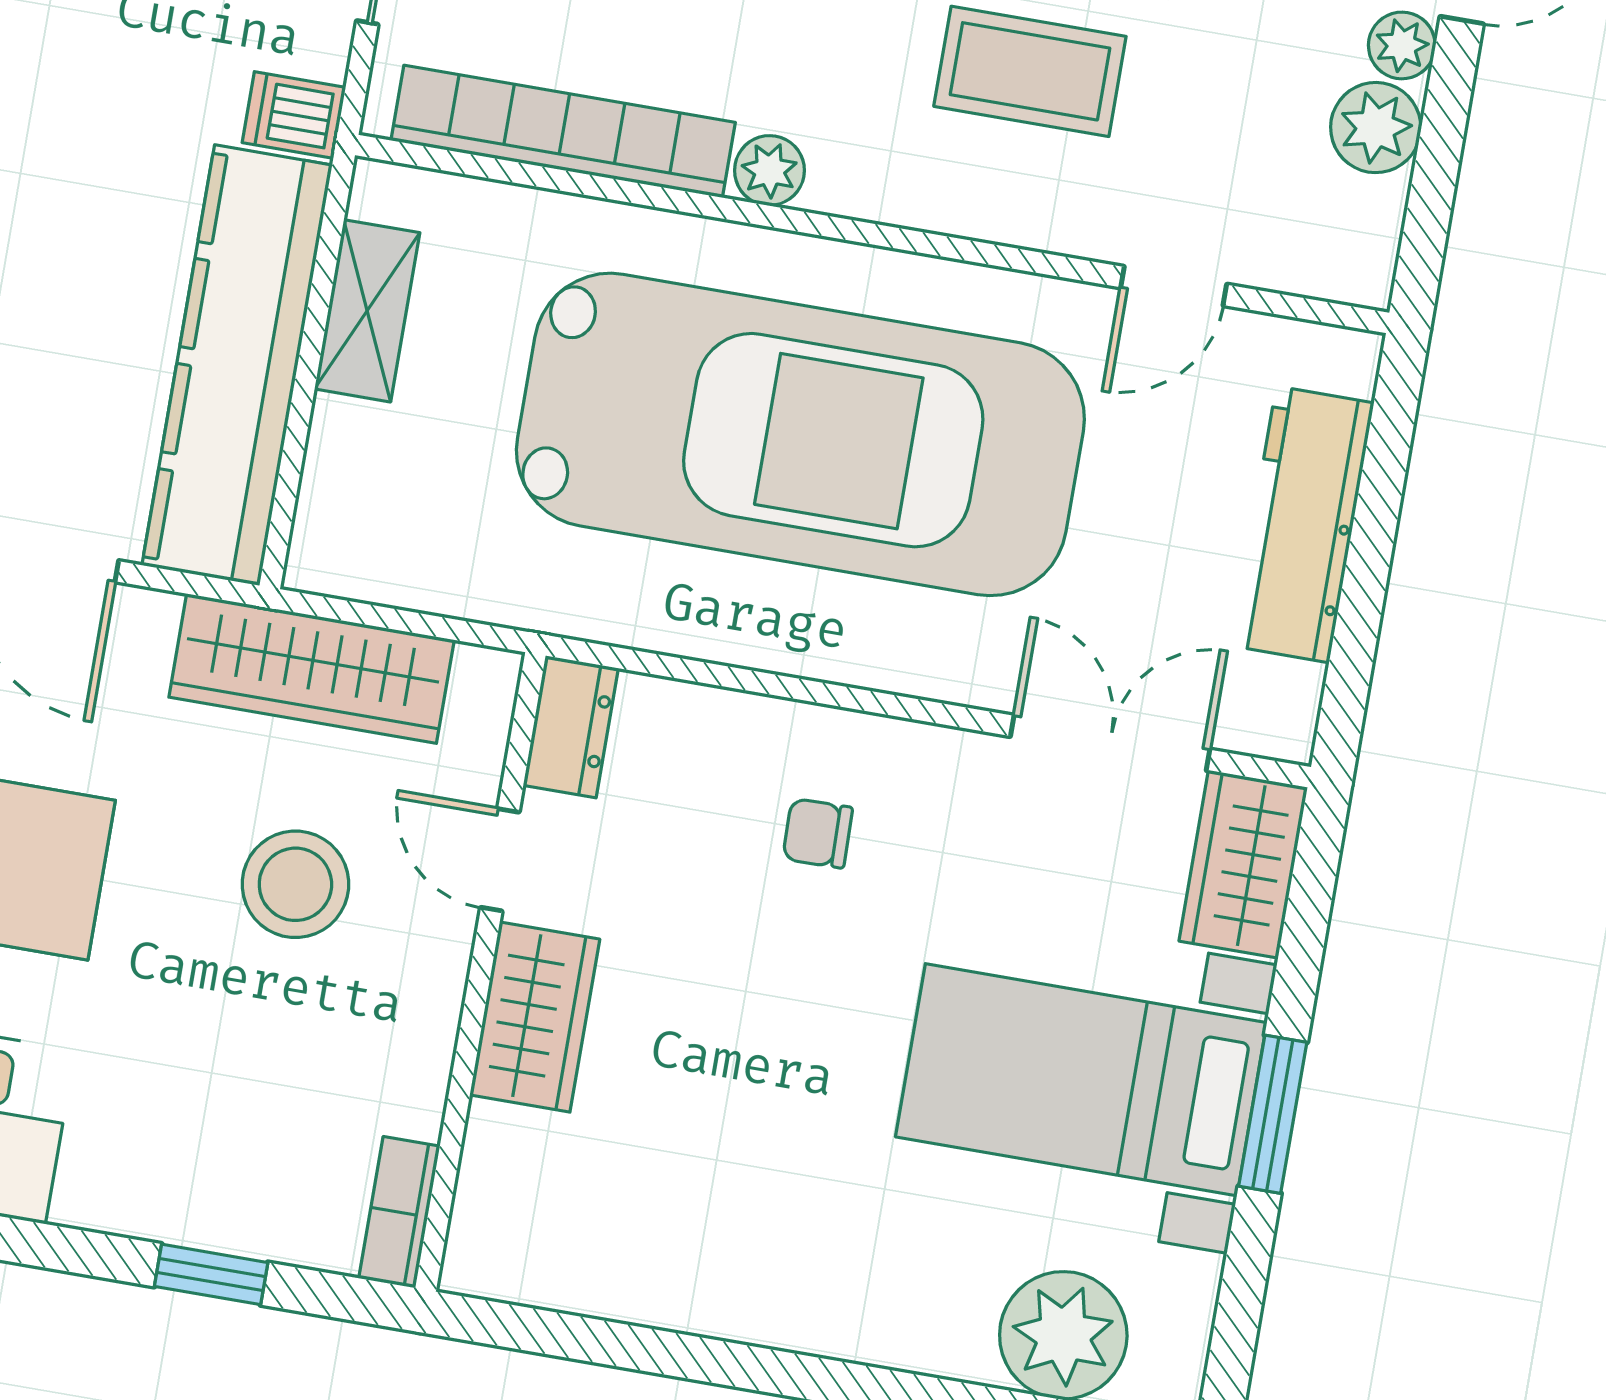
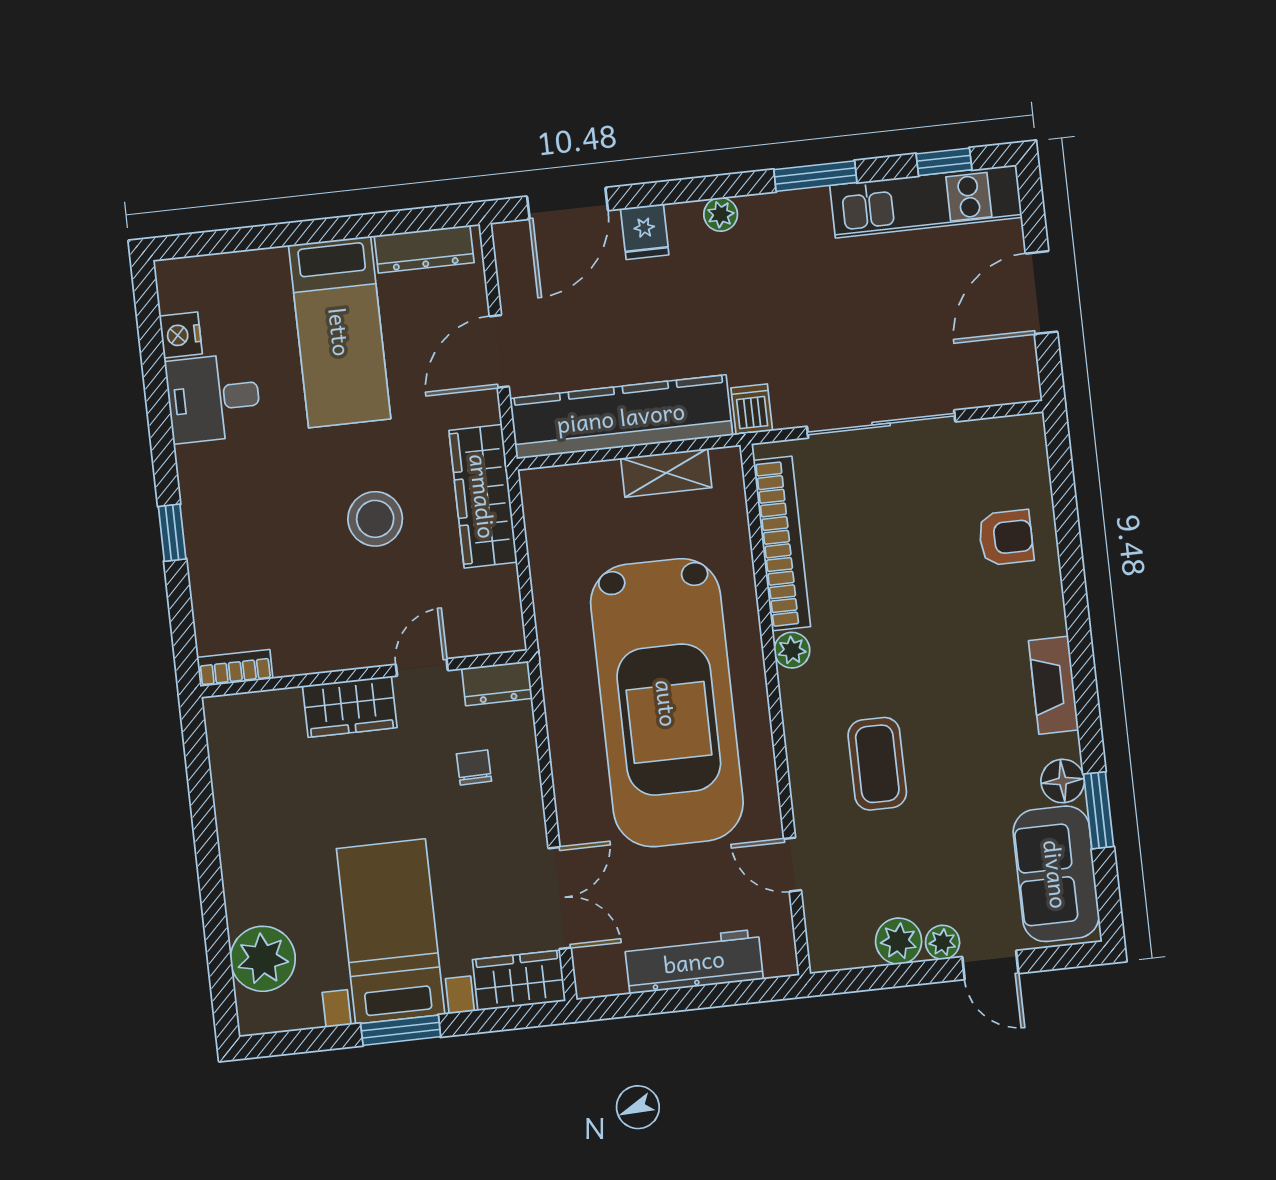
dresser: (571, 727) -> (497, 683), moved
door: (500, 860) -> (422, 667), moved
wall: (480, 972) -> (364, 674), moved
wardrobe: (535, 1017) -> (350, 707), moved
bookcase: (399, 1212) -> (235, 668), moved

